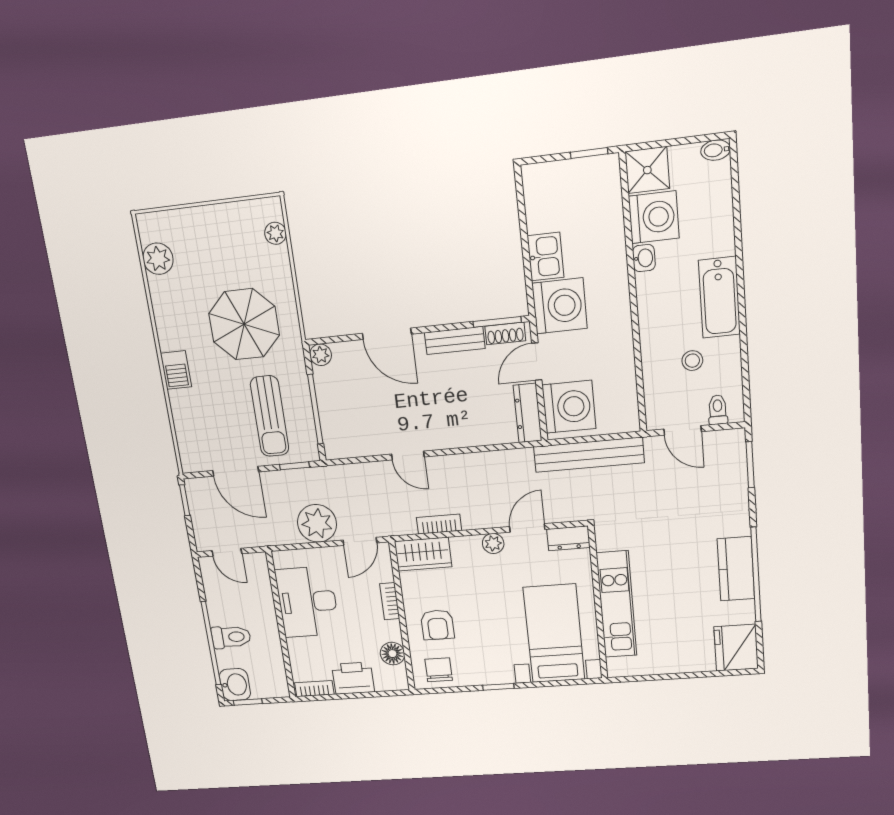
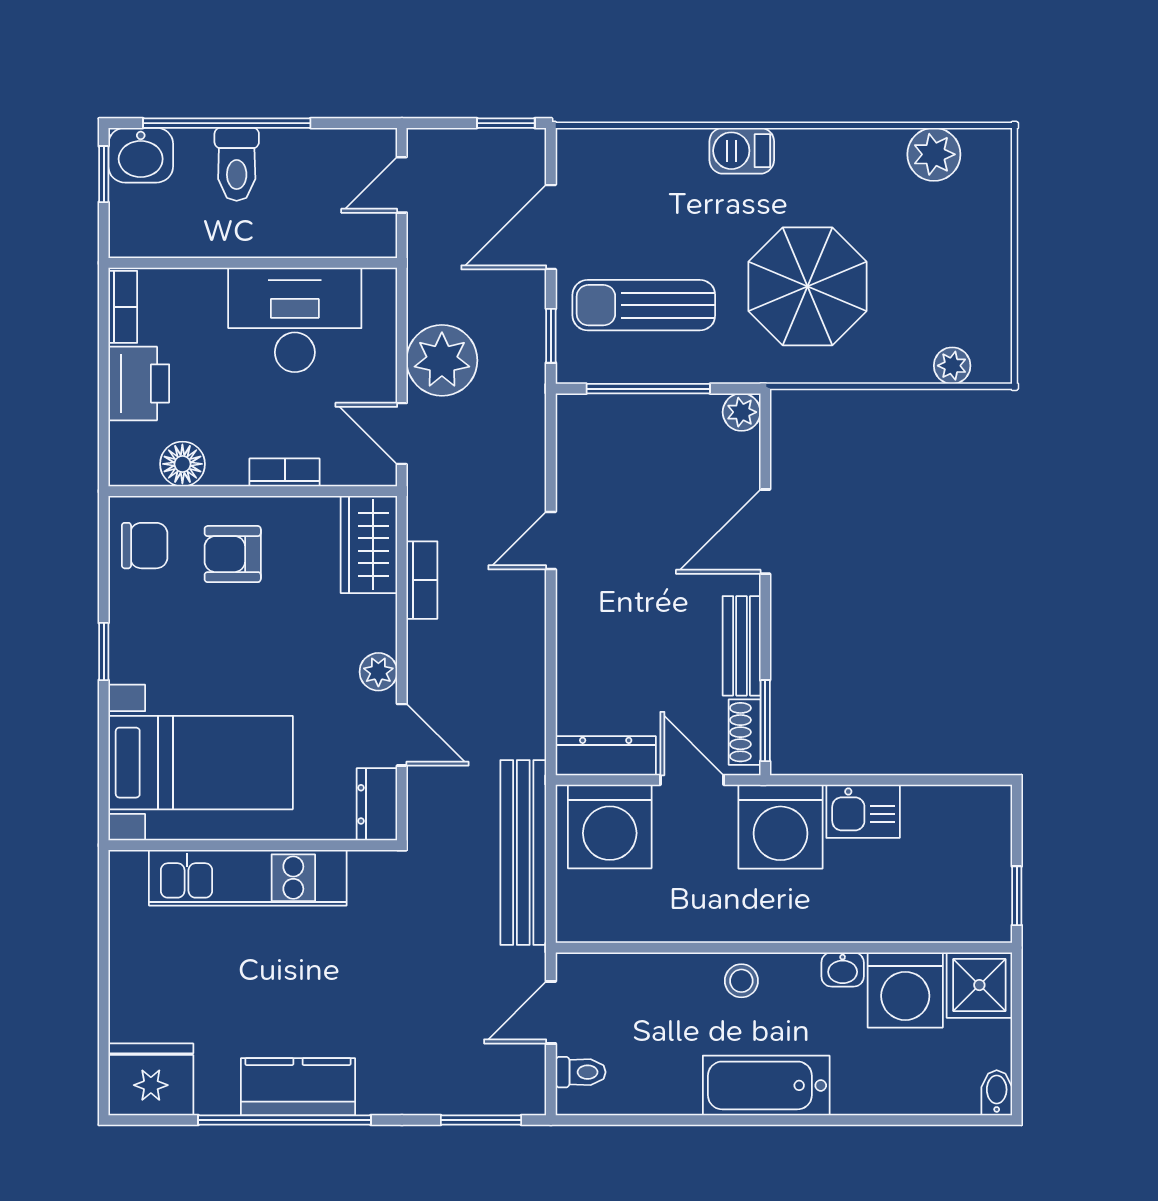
stool: (692, 361) -> (741, 981), moved

